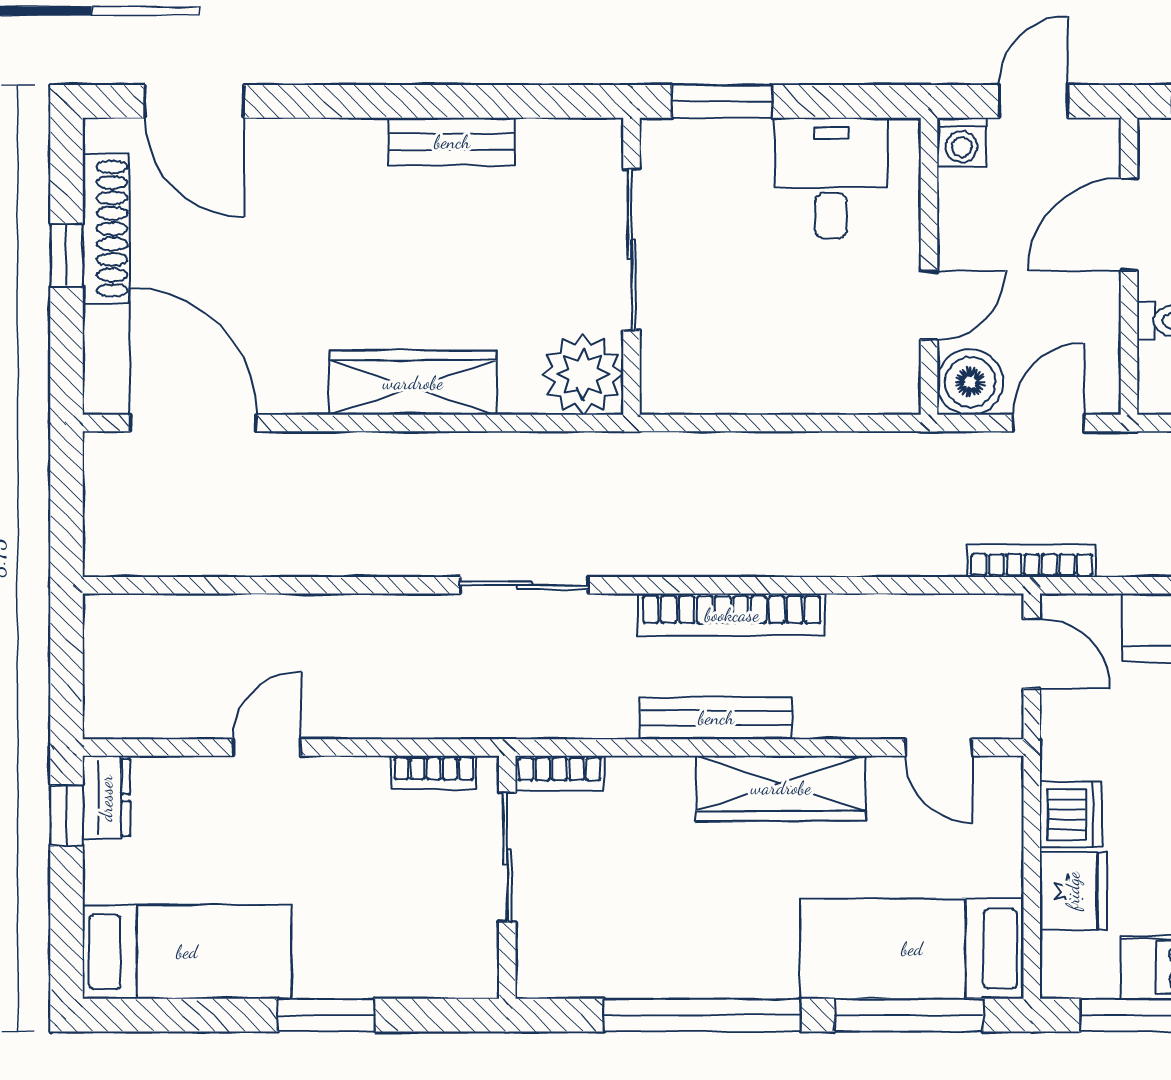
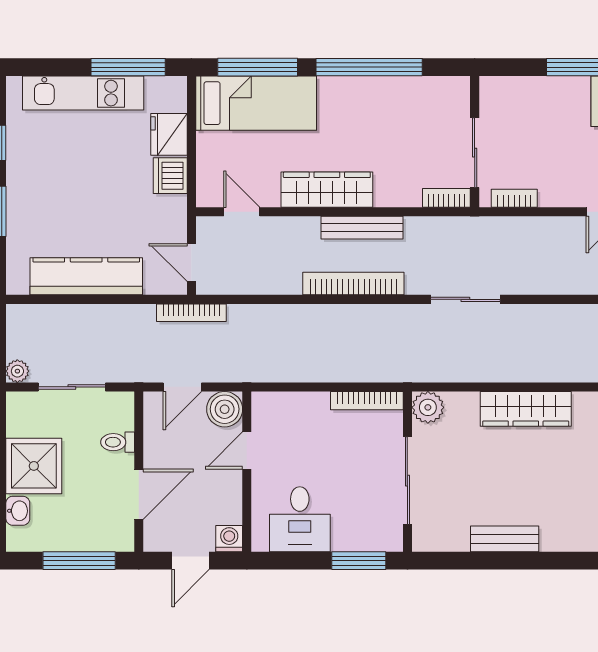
plant: (583, 374) -> (428, 407), width x0.73, depth x0.73
bookcase: (707, 398) -> (367, 401), added

